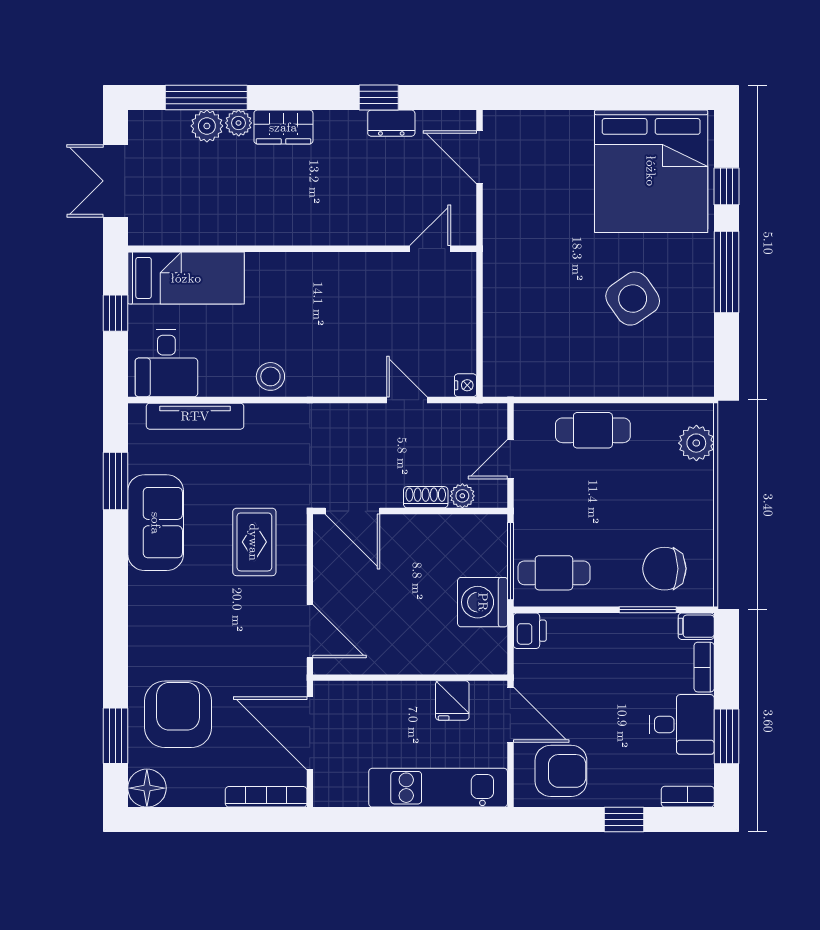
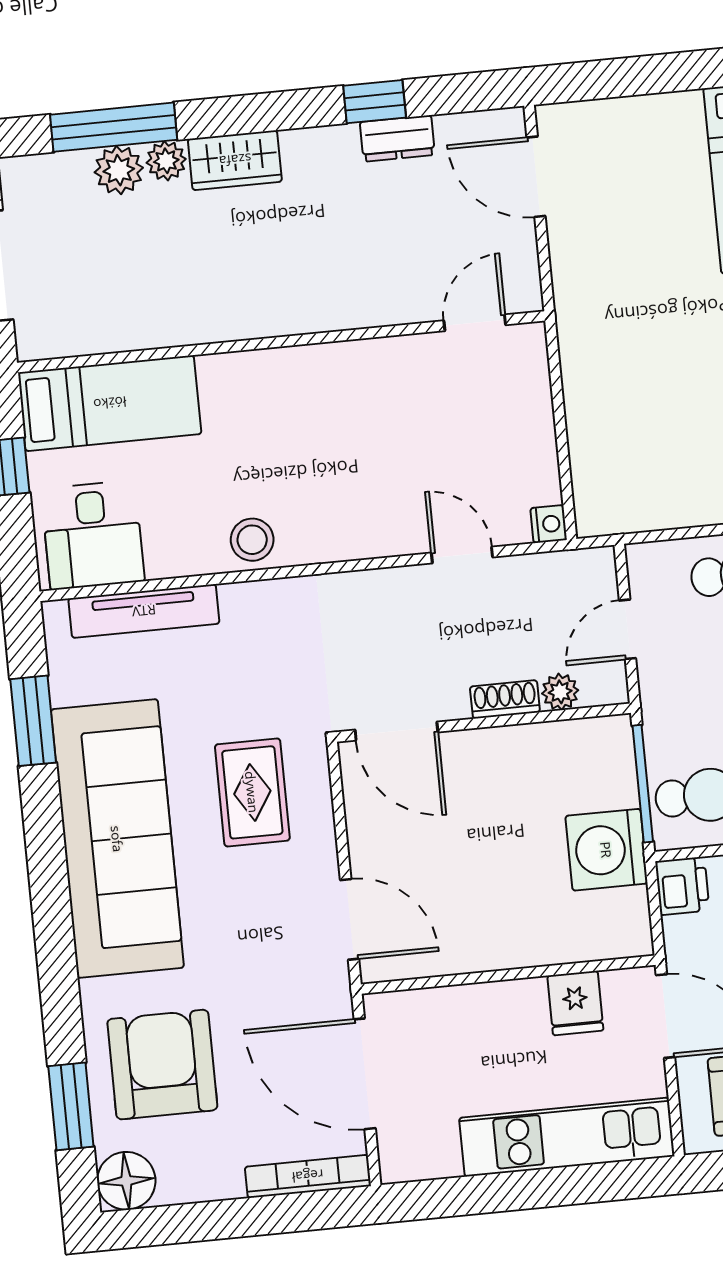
sofa: (156, 523) -> (117, 839), width x1.85, depth x1.27

